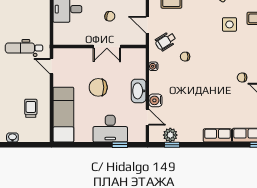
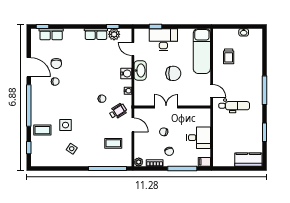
chair: (241, 99) -> (56, 63), added
water cooler: (155, 100) -> (126, 74), moved
row of seats: (217, 135) -> (96, 34), moved

